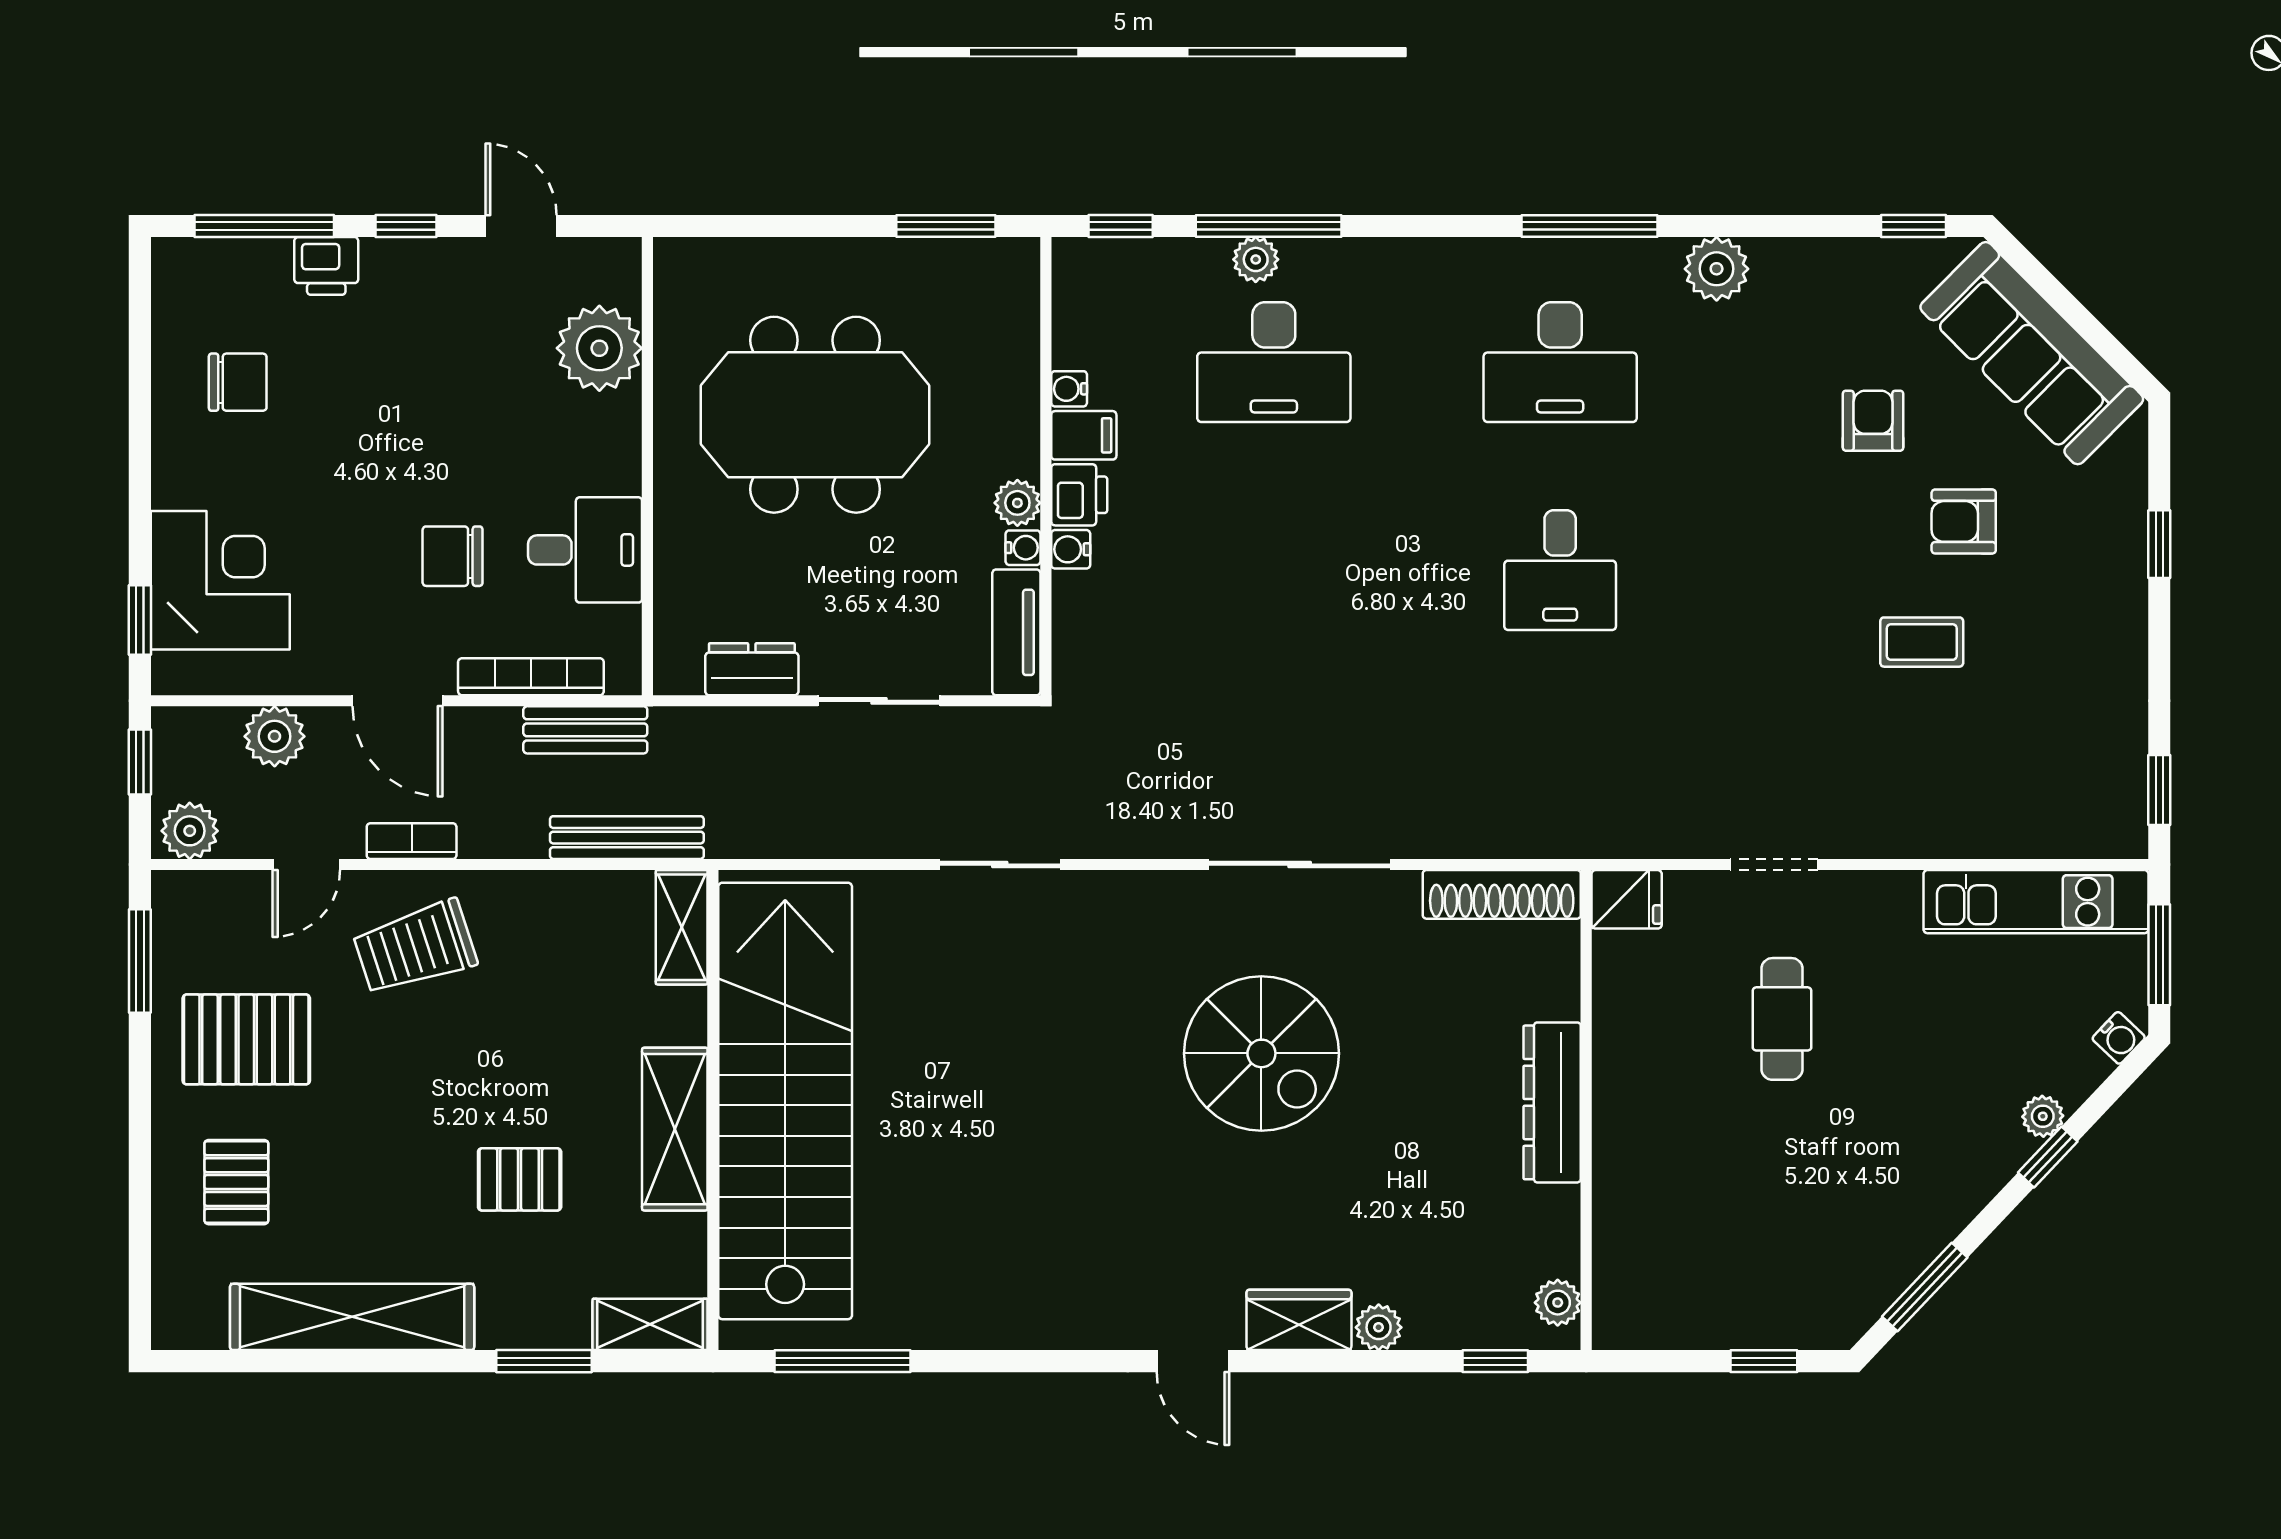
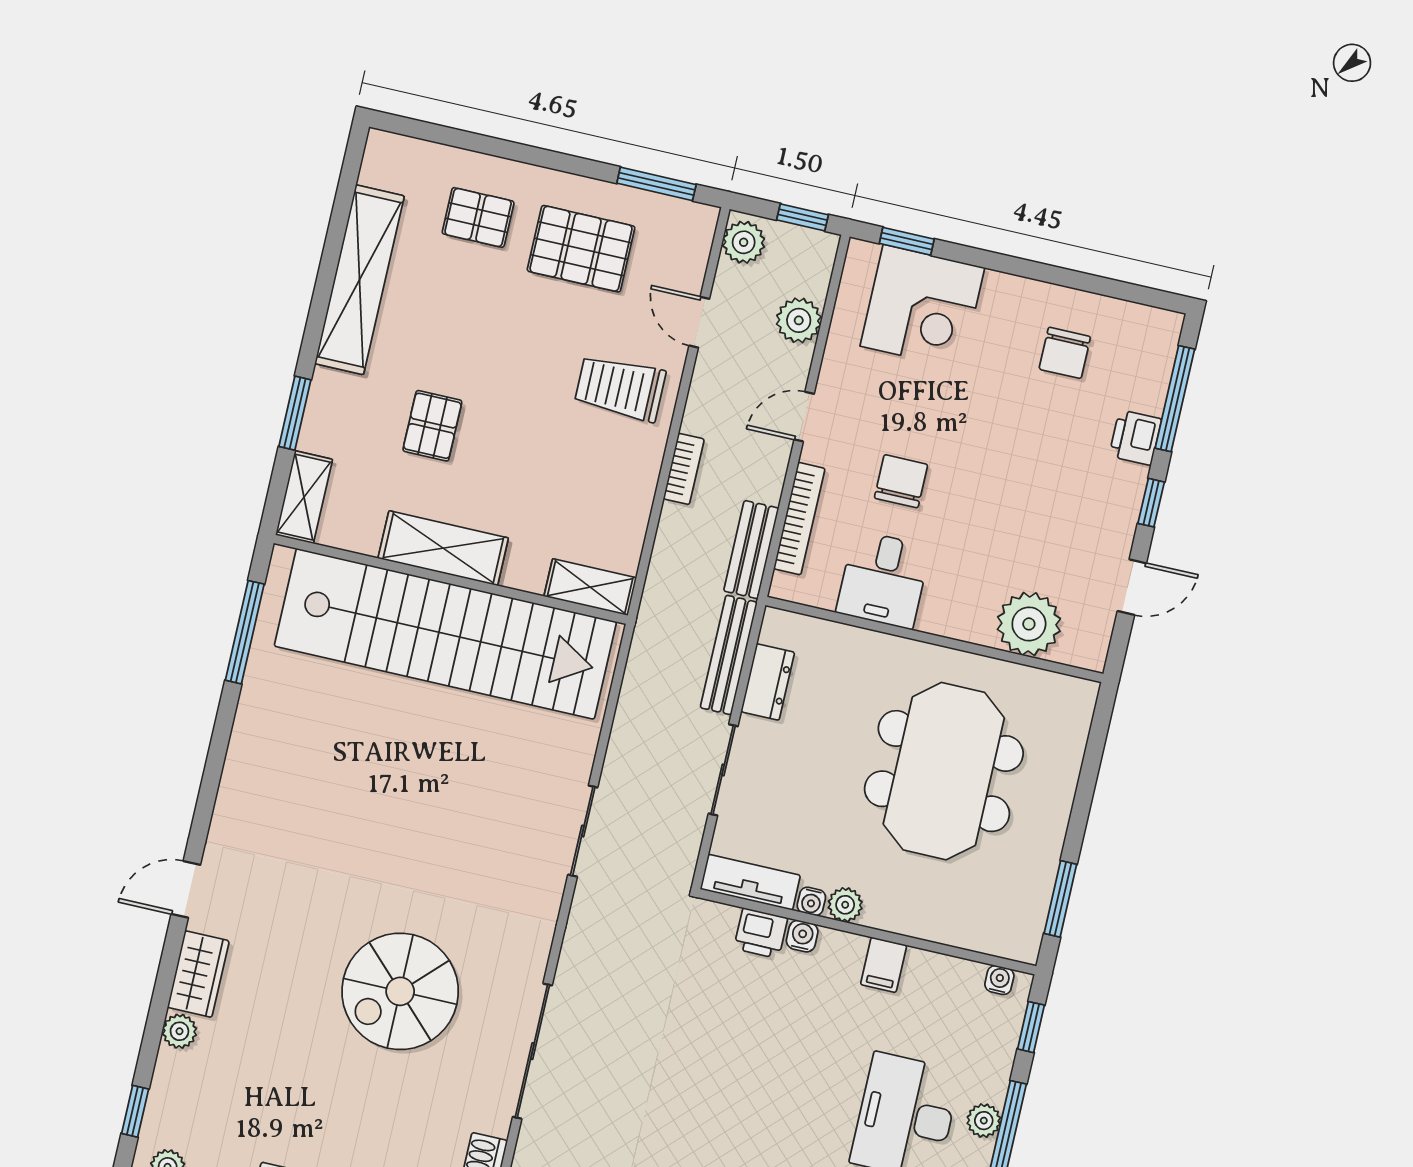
water cooler: (1069, 389) -> (999, 980), moved
printer: (1079, 495) -> (761, 933), moved
door: (398, 701) -> (804, 417), width x0.73
bench: (627, 838) -> (729, 655), moved
bookcase: (412, 841) -> (684, 469), moved
trolley: (415, 948) -> (620, 388), turned -72
pallet: (246, 1039) -> (581, 249), turned 90

